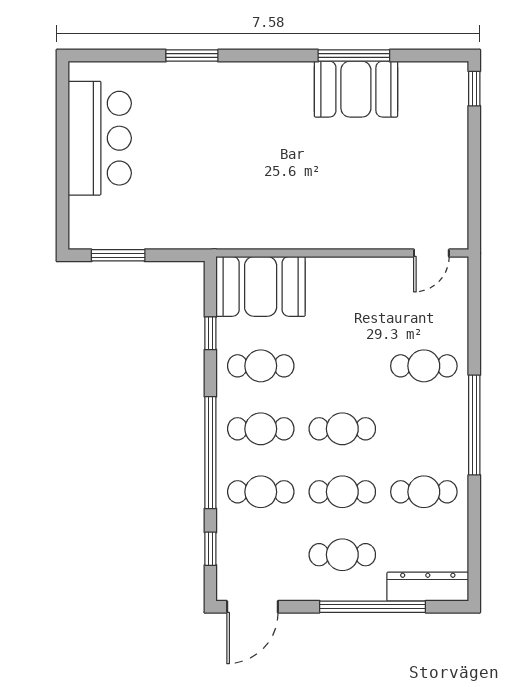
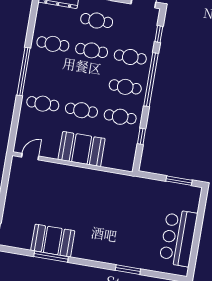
booth: (261, 286) -> (82, 149), moved
cafe table: (342, 429) -> (81, 110), moved

